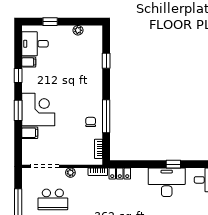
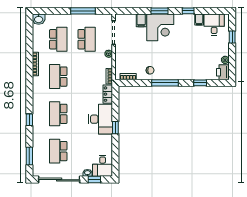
printer: (93, 33) -> (223, 72), added
window: (106, 116) -> (165, 83), moved
window: (173, 164) -> (115, 128), moved
desk: (167, 182) -> (101, 119), moved
school desk: (53, 199) -> (87, 39), turned 180

